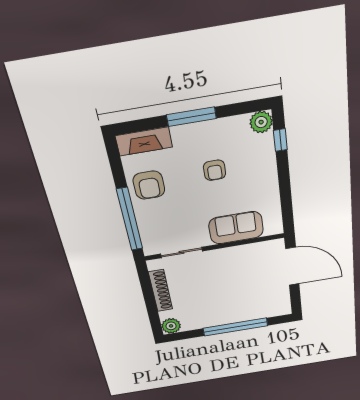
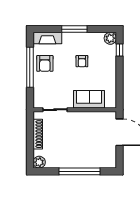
window: (130, 219) -> (30, 67), moved

